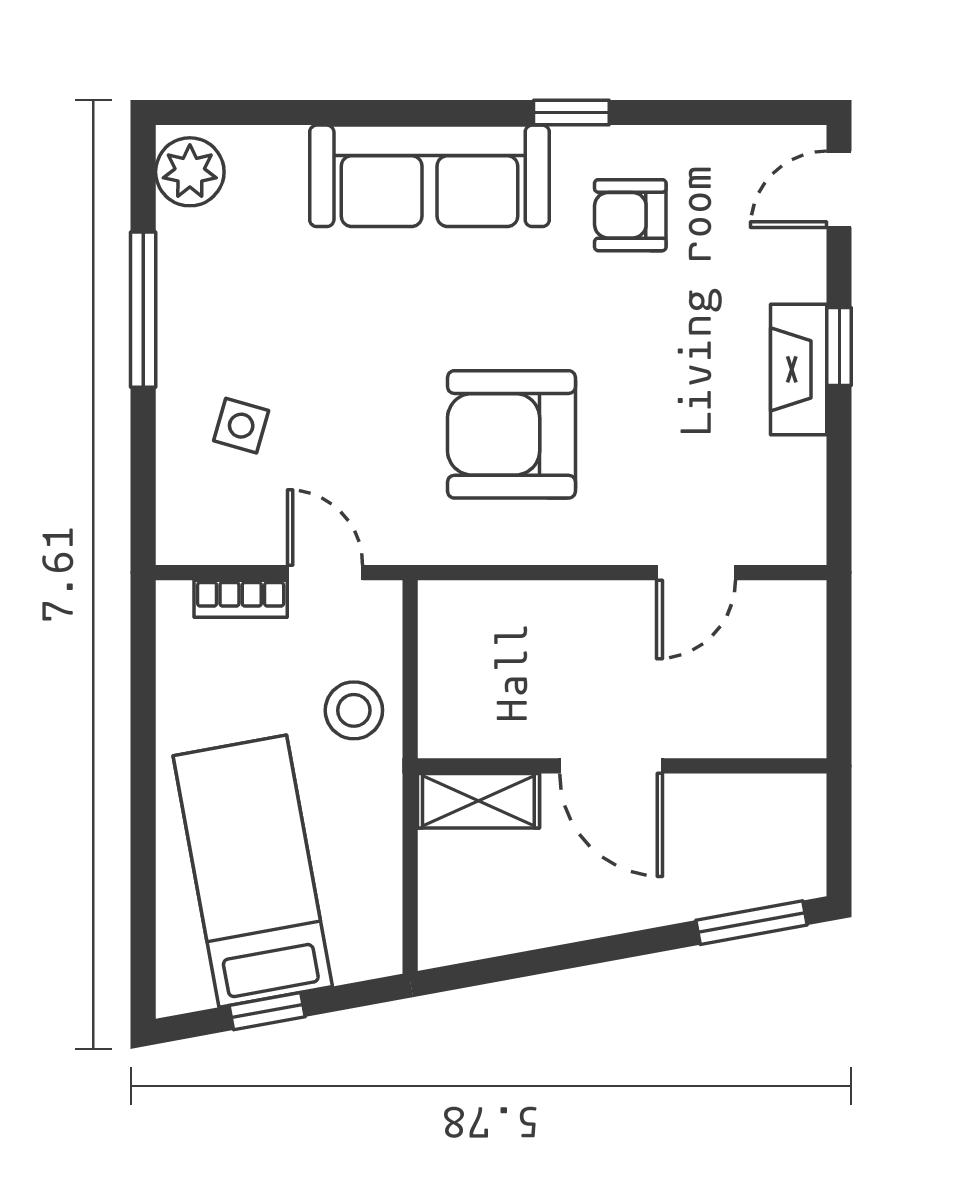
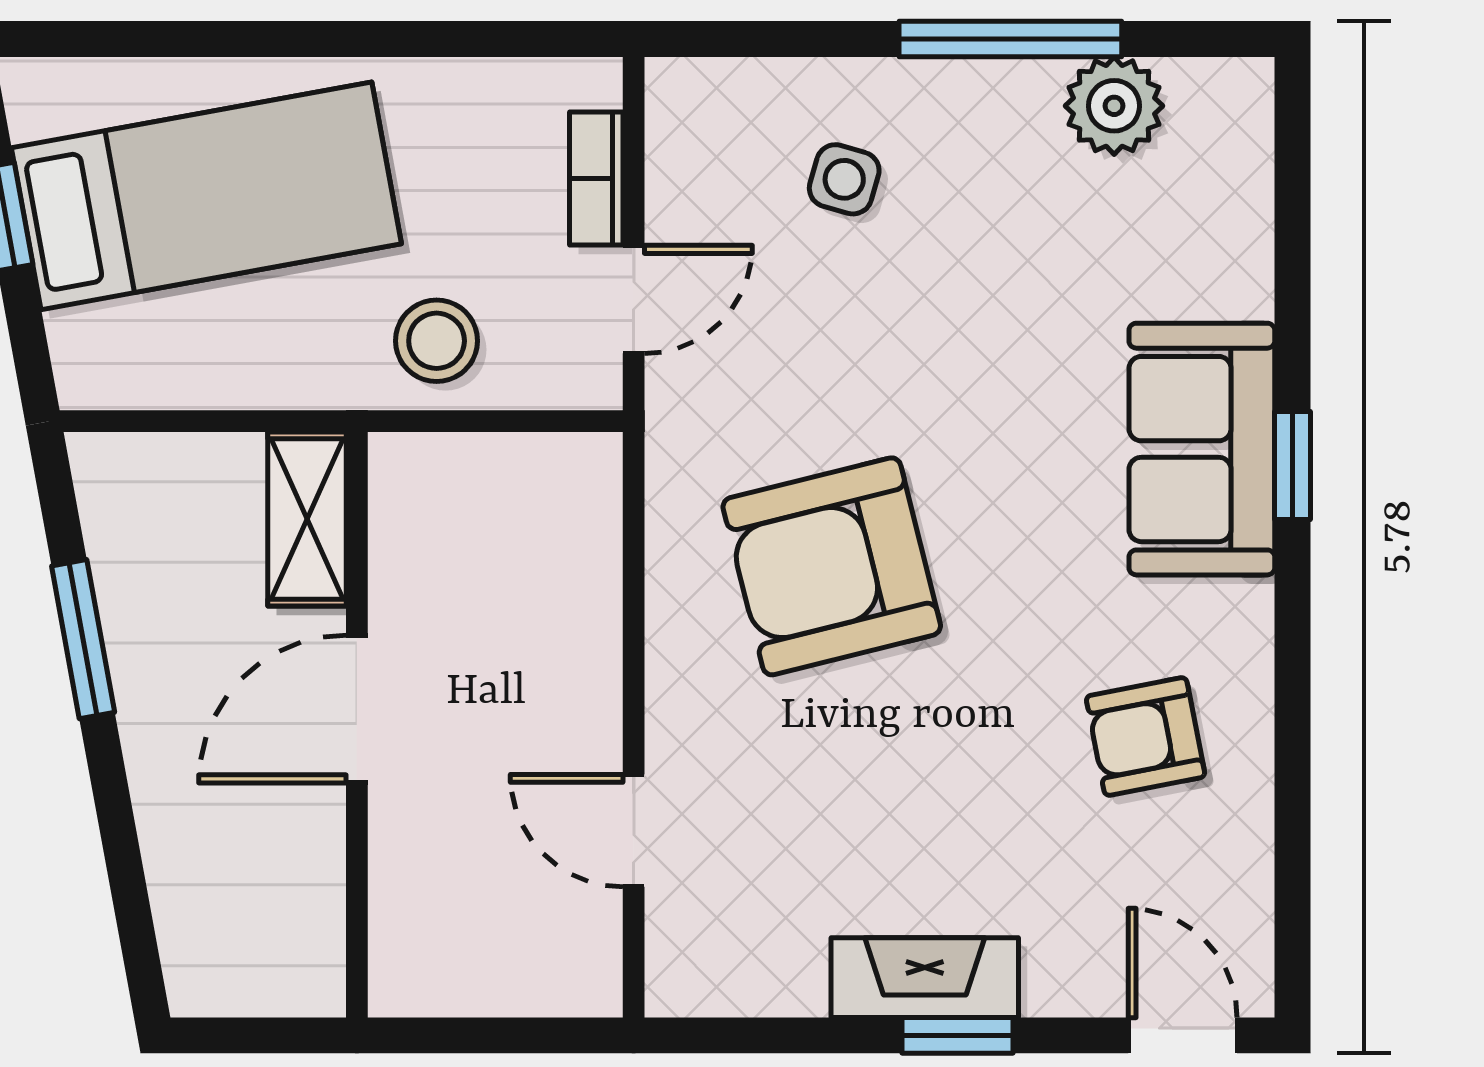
window: (571, 113) -> (1293, 466), moved
plant: (190, 172) -> (1114, 106), moved
sofa: (430, 176) -> (1202, 449), width x0.73
armchair: (630, 215) -> (1146, 737), turned -101
armchair: (511, 434) -> (832, 566), turned -104
window: (752, 923) -> (83, 639), moved

